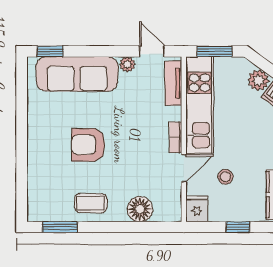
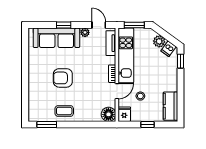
window: (50, 51) -> (64, 25), moved
floor lamp: (140, 209) -> (108, 114), moved

